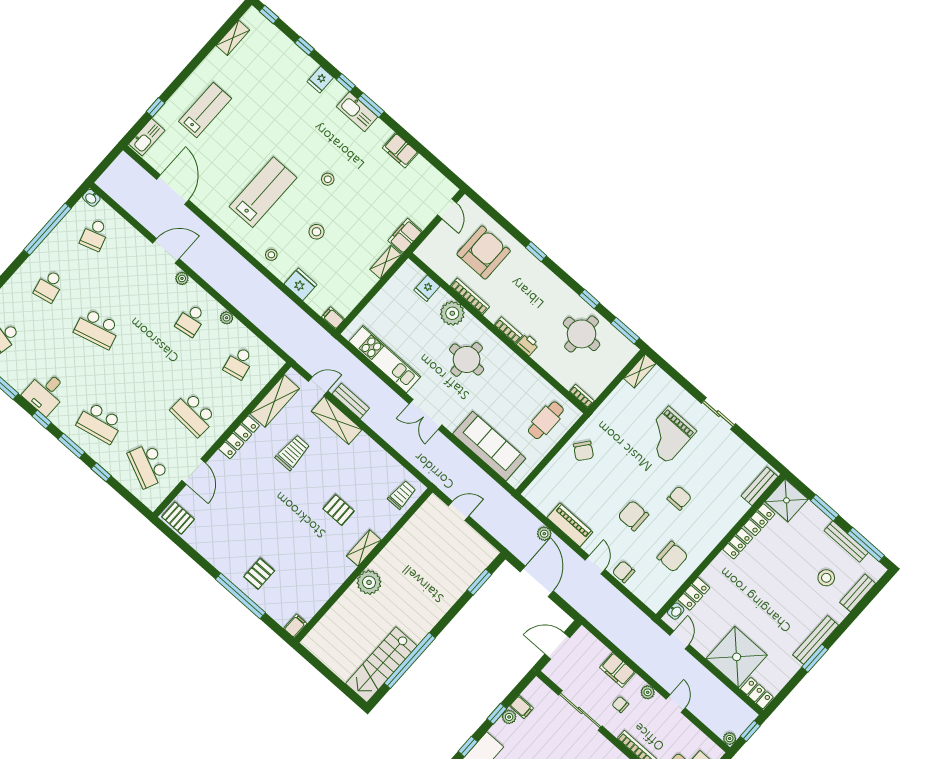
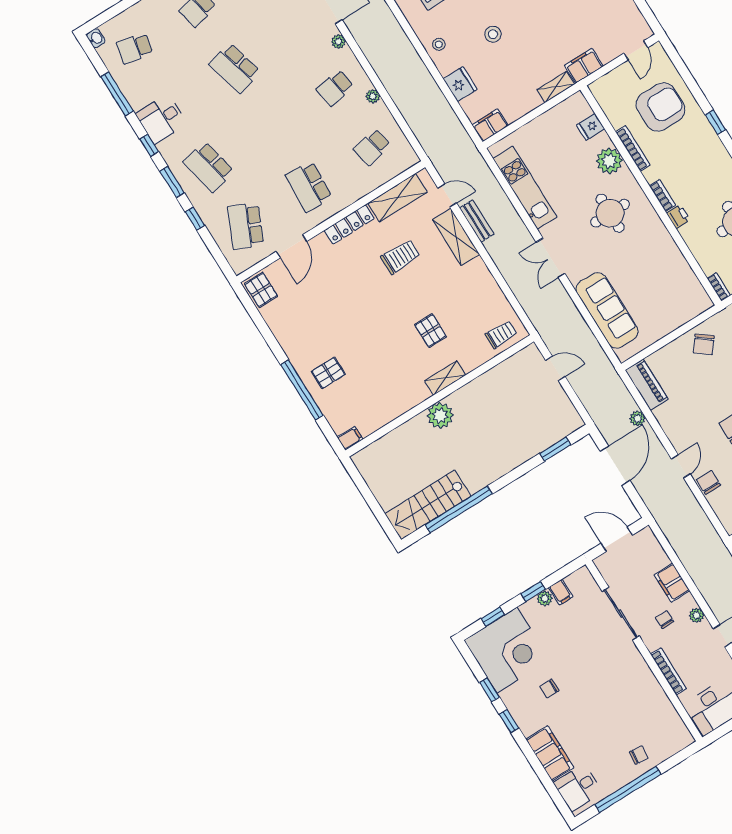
filing cabinet: (333, 318) -> (490, 125), width x2.00
cafe table: (546, 420) -> (674, 301), removed
piano: (570, 525) -> (647, 385), moved

